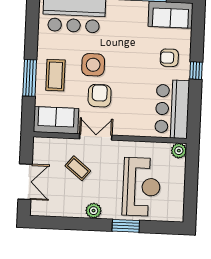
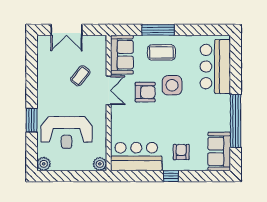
plant: (94, 211) -> (44, 164), moved

